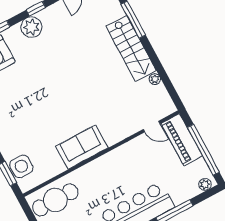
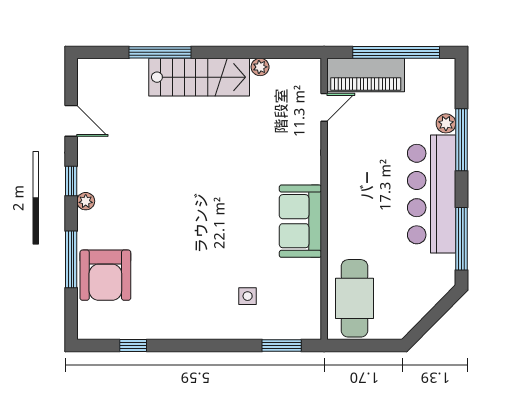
plant: (31, 27) -> (86, 201), width x0.53, depth x0.53
side table: (21, 166) -> (248, 296), moved, width x0.54, depth x0.54
plant: (205, 184) -> (446, 123), moved

